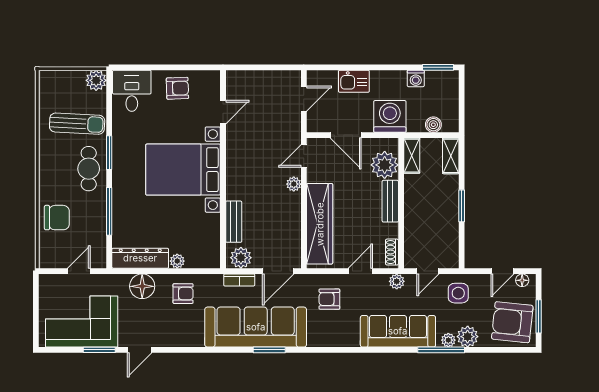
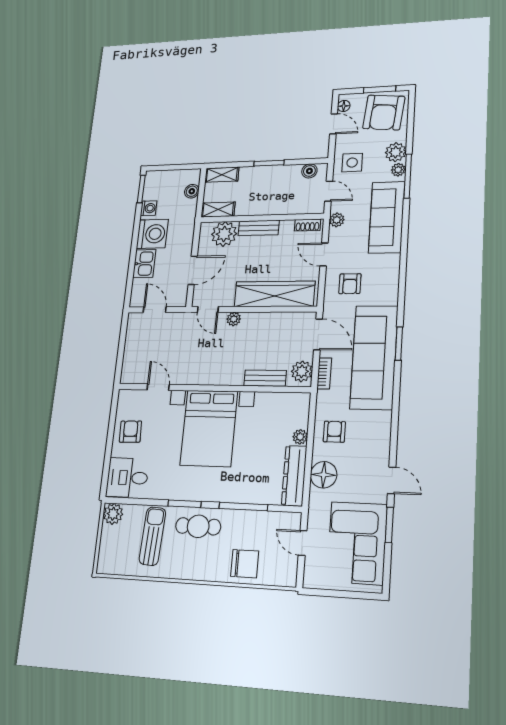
washing machine: (390, 116) -> (152, 234), moved, turned 180
chair: (57, 218) -> (245, 564), turned 90
boiler: (451, 249) -> (309, 171), added

